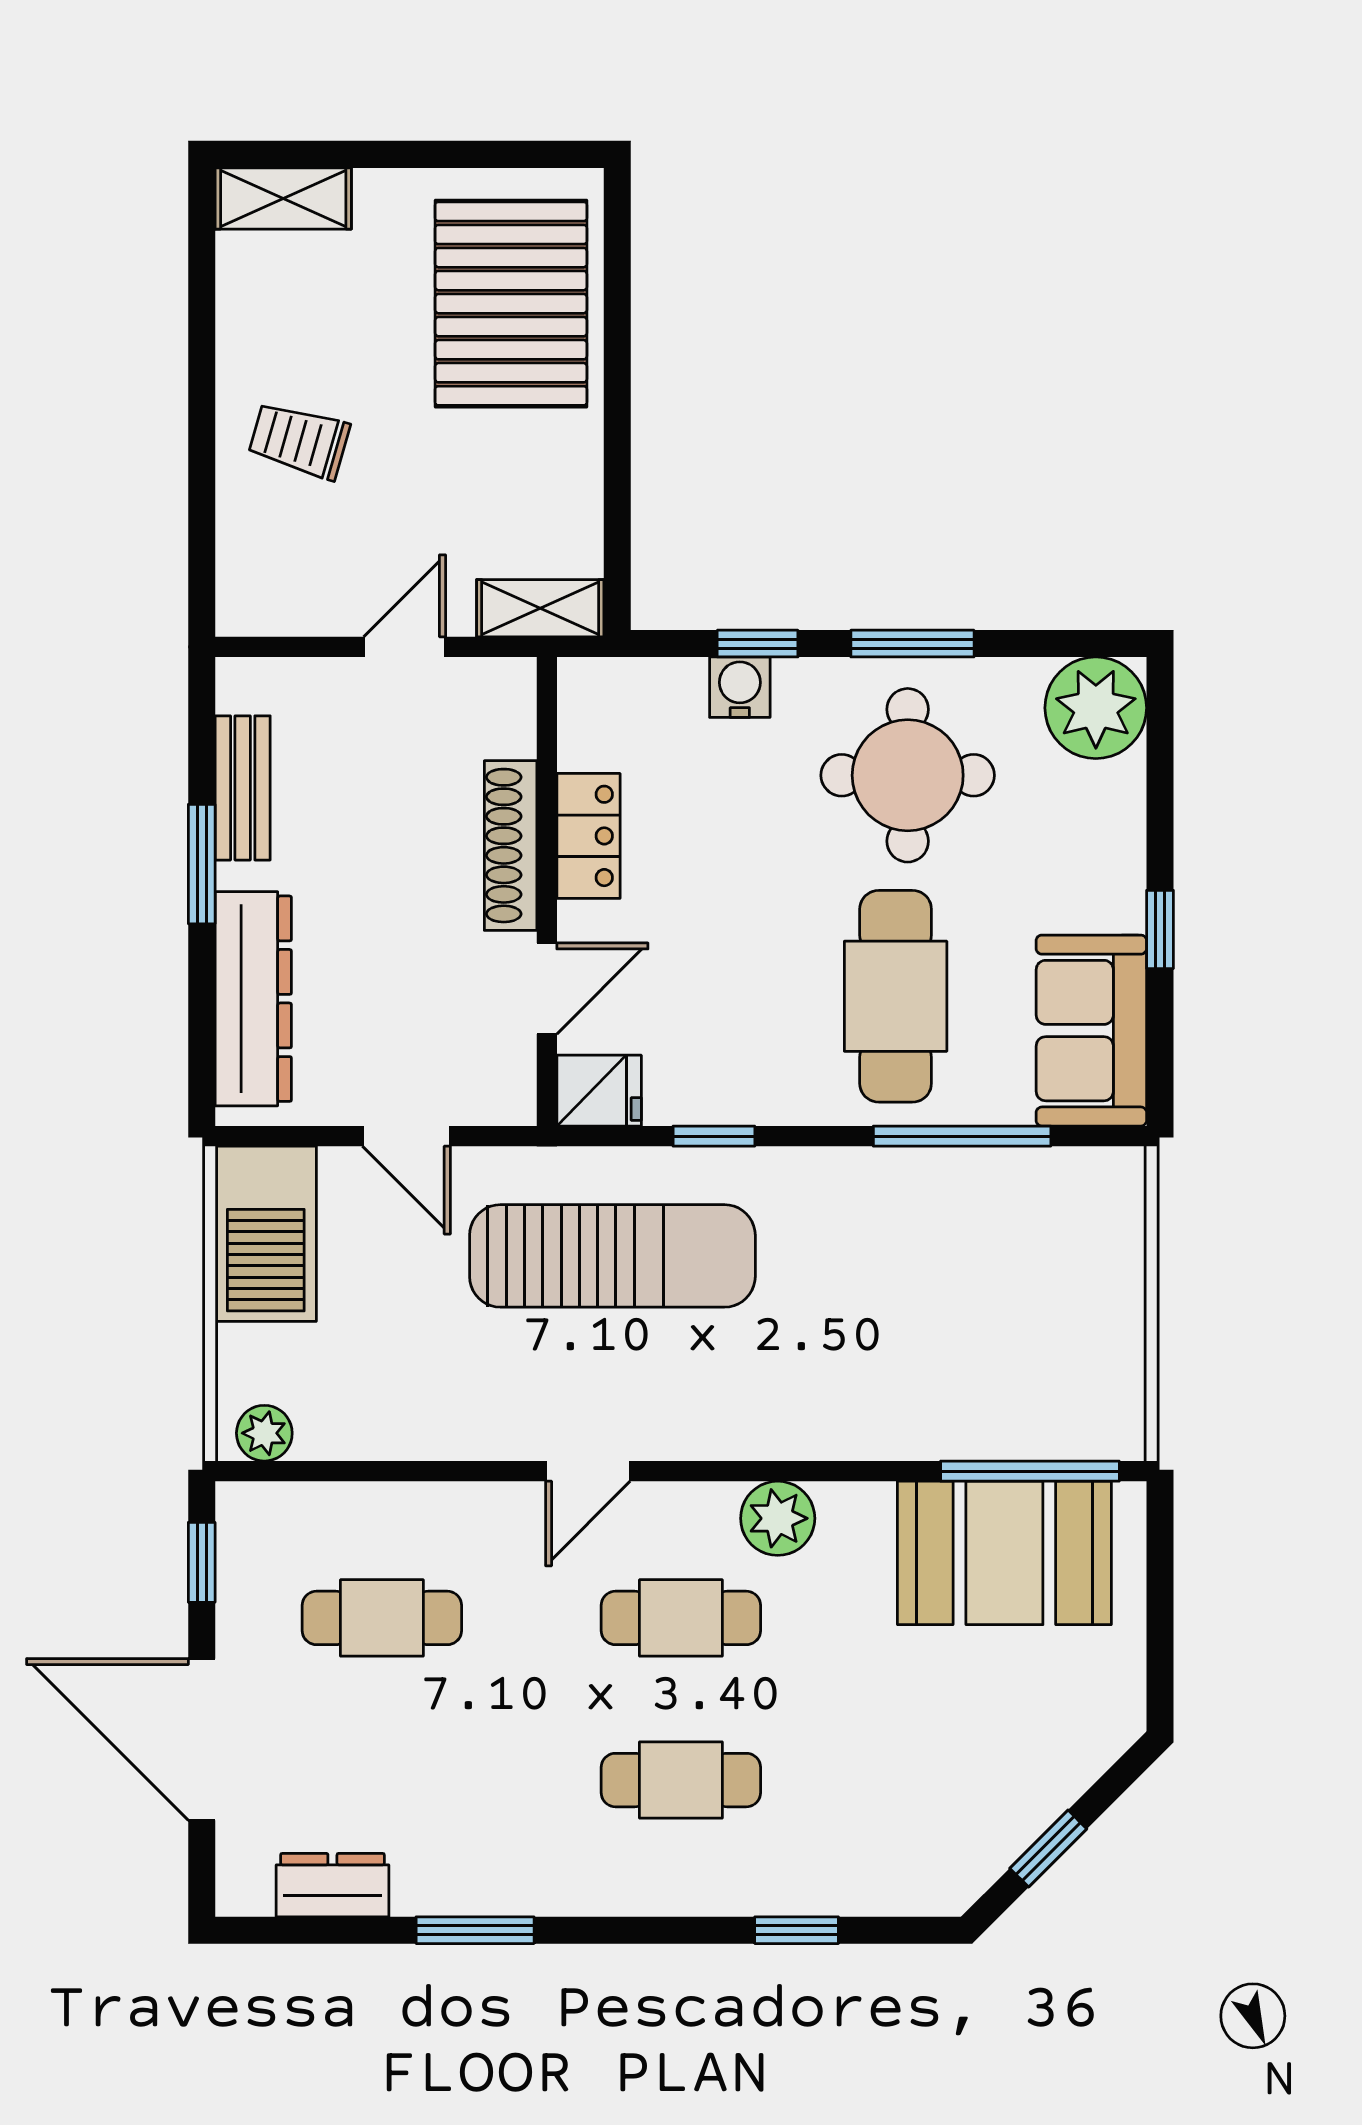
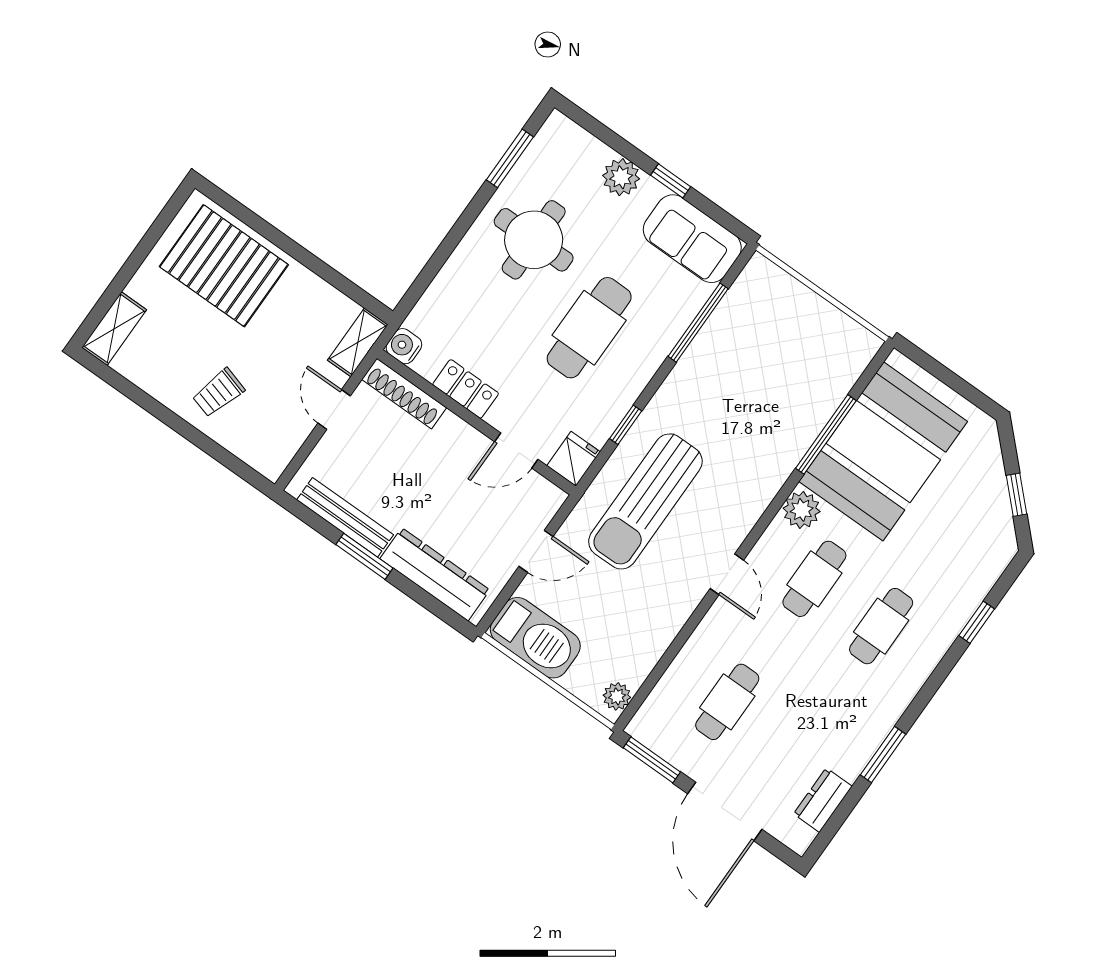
window: (758, 644) -> (436, 263), removed
window: (912, 644) -> (510, 158), moved
water cooler: (740, 687) -> (404, 346), moved
plant: (1096, 708) -> (621, 177), moved, width x0.73, depth x0.73
bench: (243, 788) -> (345, 517), width x1.36
shoe rack: (511, 846) -> (404, 394), moved
door: (547, 988) -> (516, 451), swing flipped
cafe table: (896, 996) -> (589, 328), moved, turned 90
sun lounger: (612, 1256) -> (645, 501), turned 180
window: (1030, 1471) -> (826, 434), moved
booth: (1004, 1553) -> (883, 451), width x1.36, depth x1.42
window: (202, 1562) -> (652, 760), width x1.50
door: (202, 1739) -> (725, 811), hinge flipped

